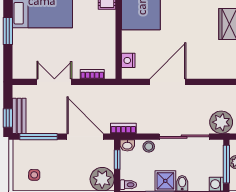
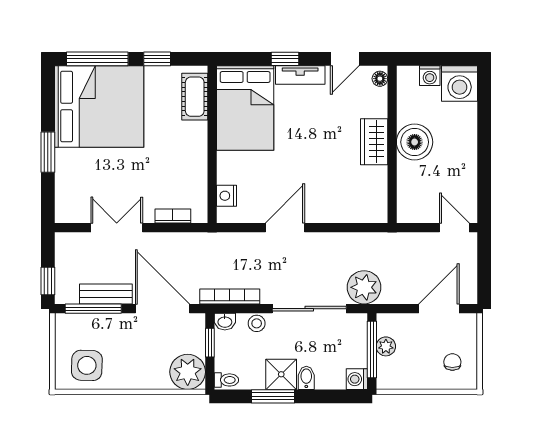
door: (168, 82) -> (285, 228), width x0.73
bench: (19, 116) -> (106, 294), moved, turned 90
bookcase: (123, 128) -> (230, 296), width x1.56
side table: (34, 175) -> (87, 365), width x1.87, depth x1.87

